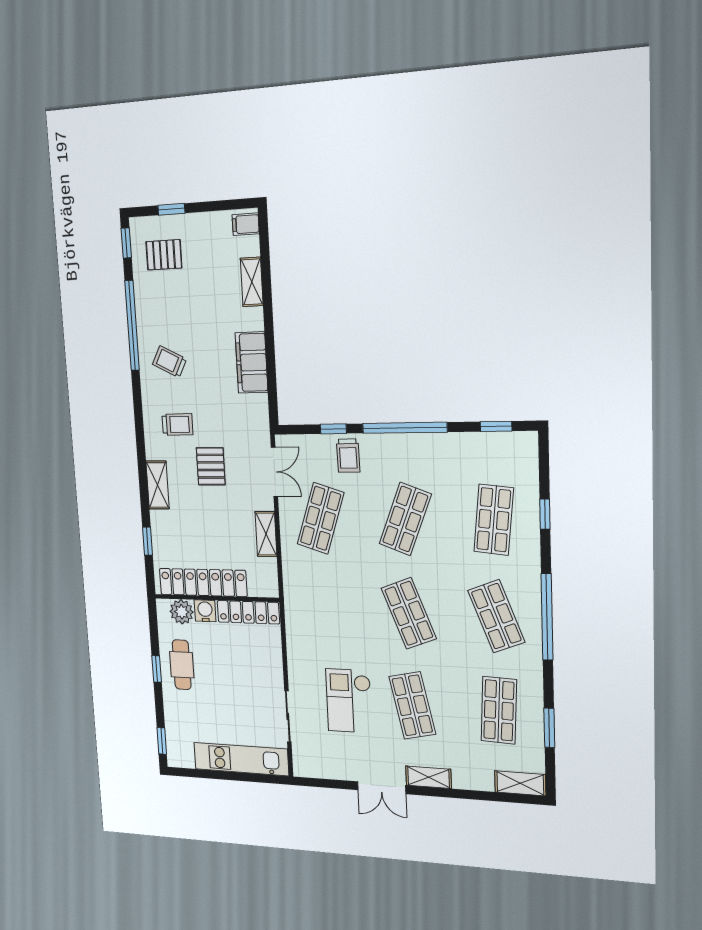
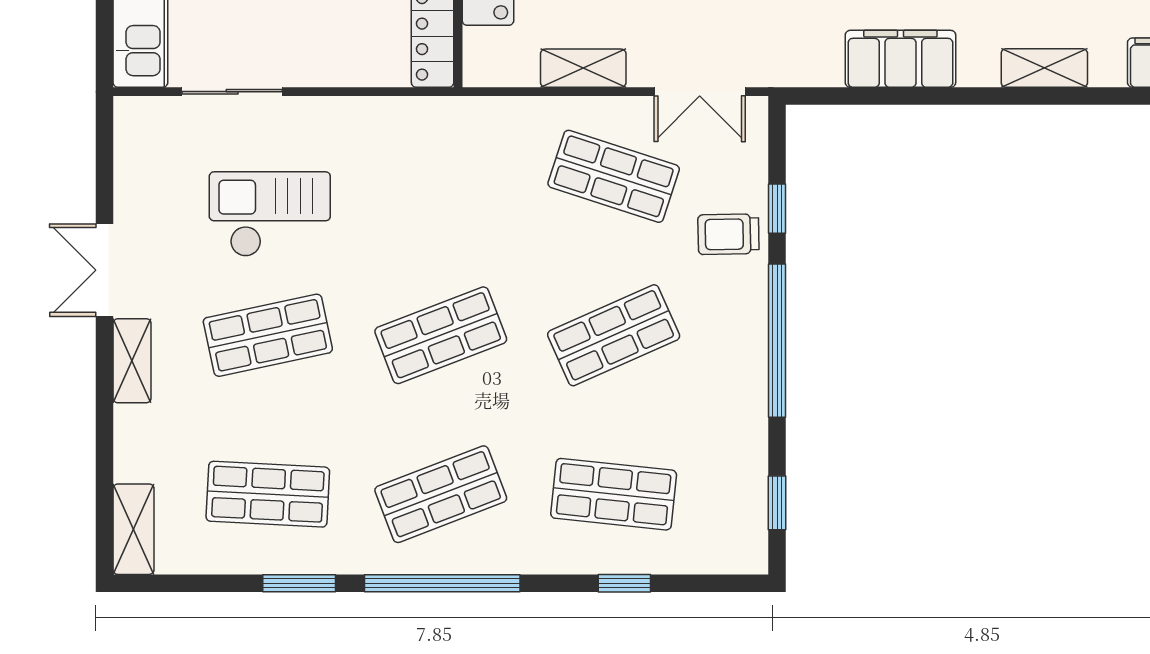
shop shelf: (405, 519) -> (614, 335), turned -45
window: (549, 728) -> (299, 583), moved

